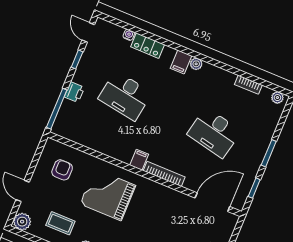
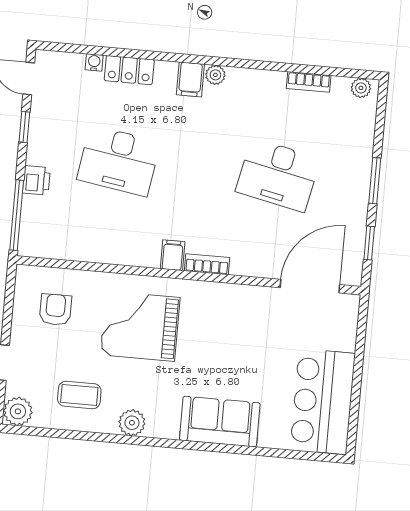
bookcase: (164, 174) -> (207, 264), width x0.64

